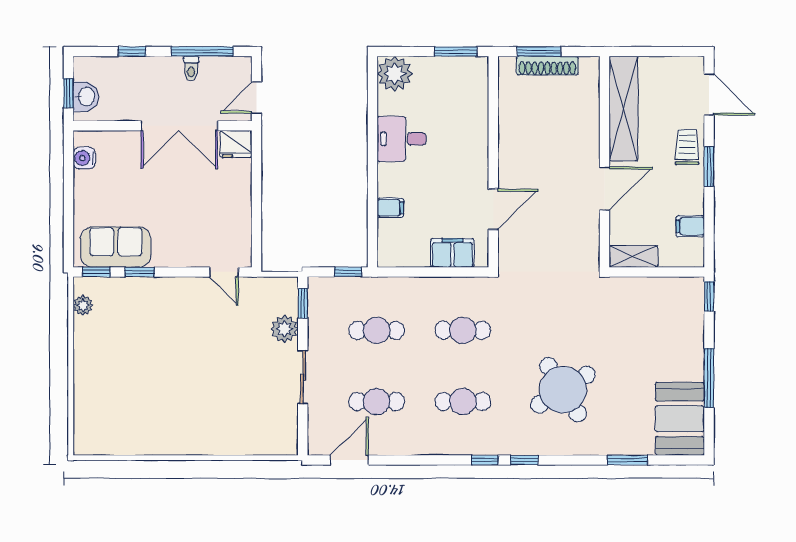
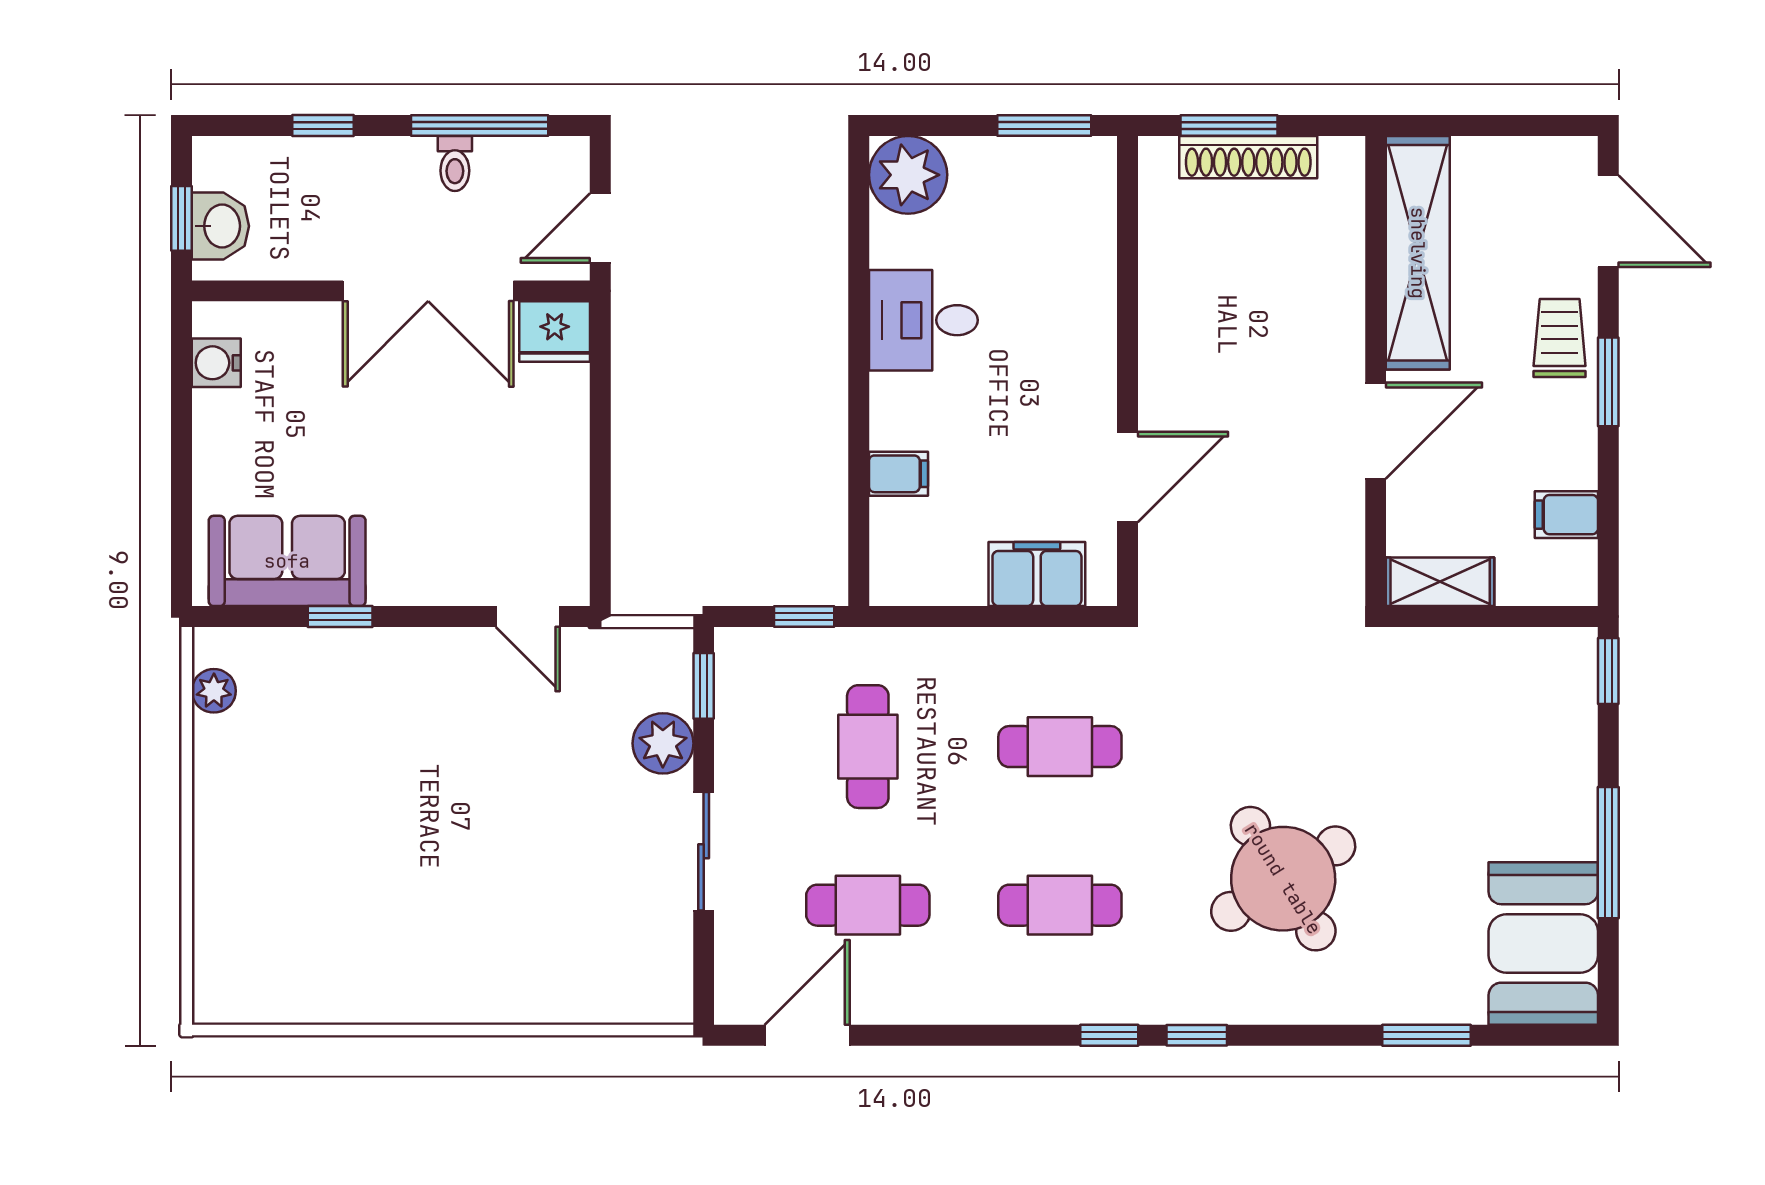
window: (96, 272) -> (244, 616), removed
cafe table: (377, 330) -> (868, 747), turned 90

